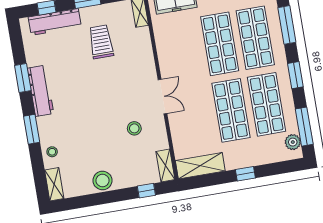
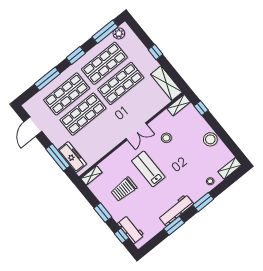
workbench: (55, 22) -> (131, 229), width x0.73
lab bench: (109, 85) -> (148, 169), added
double door: (163, 97) -> (136, 131), swing flipped

